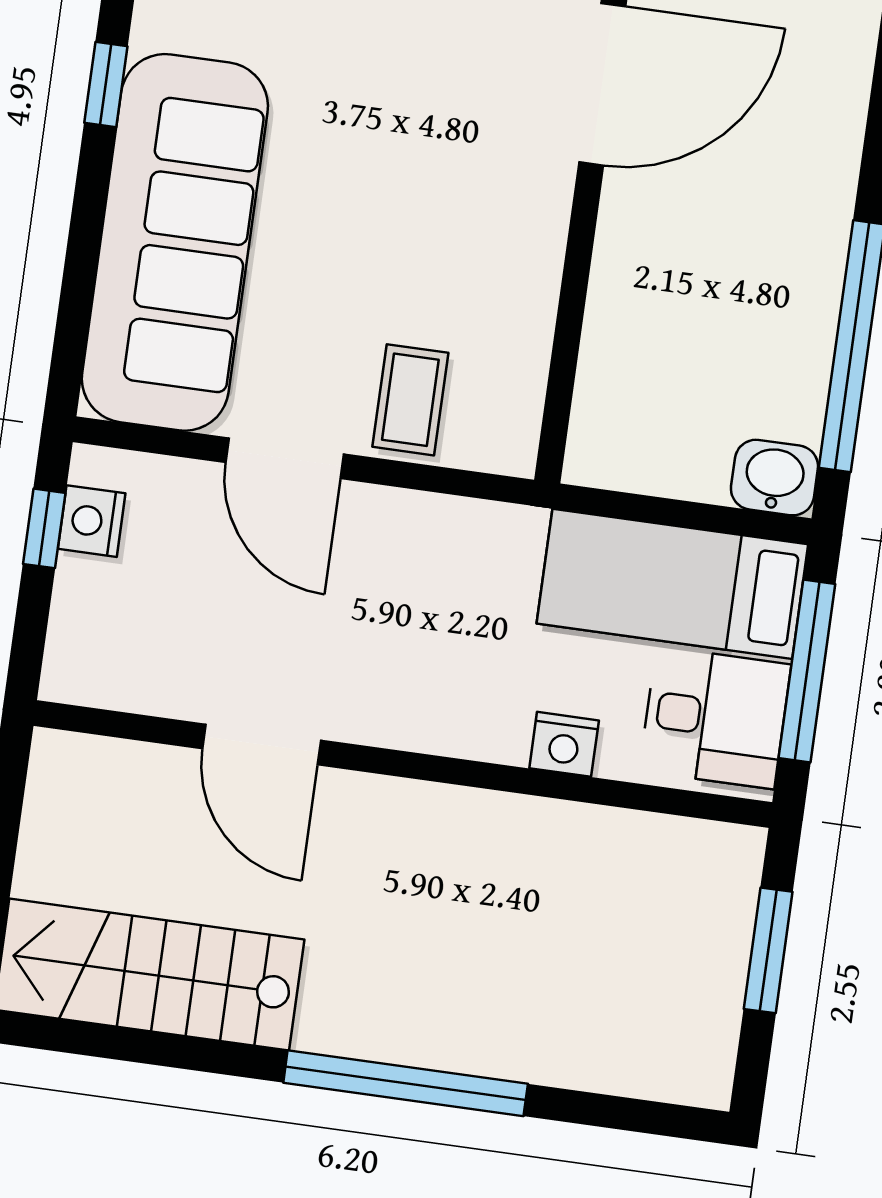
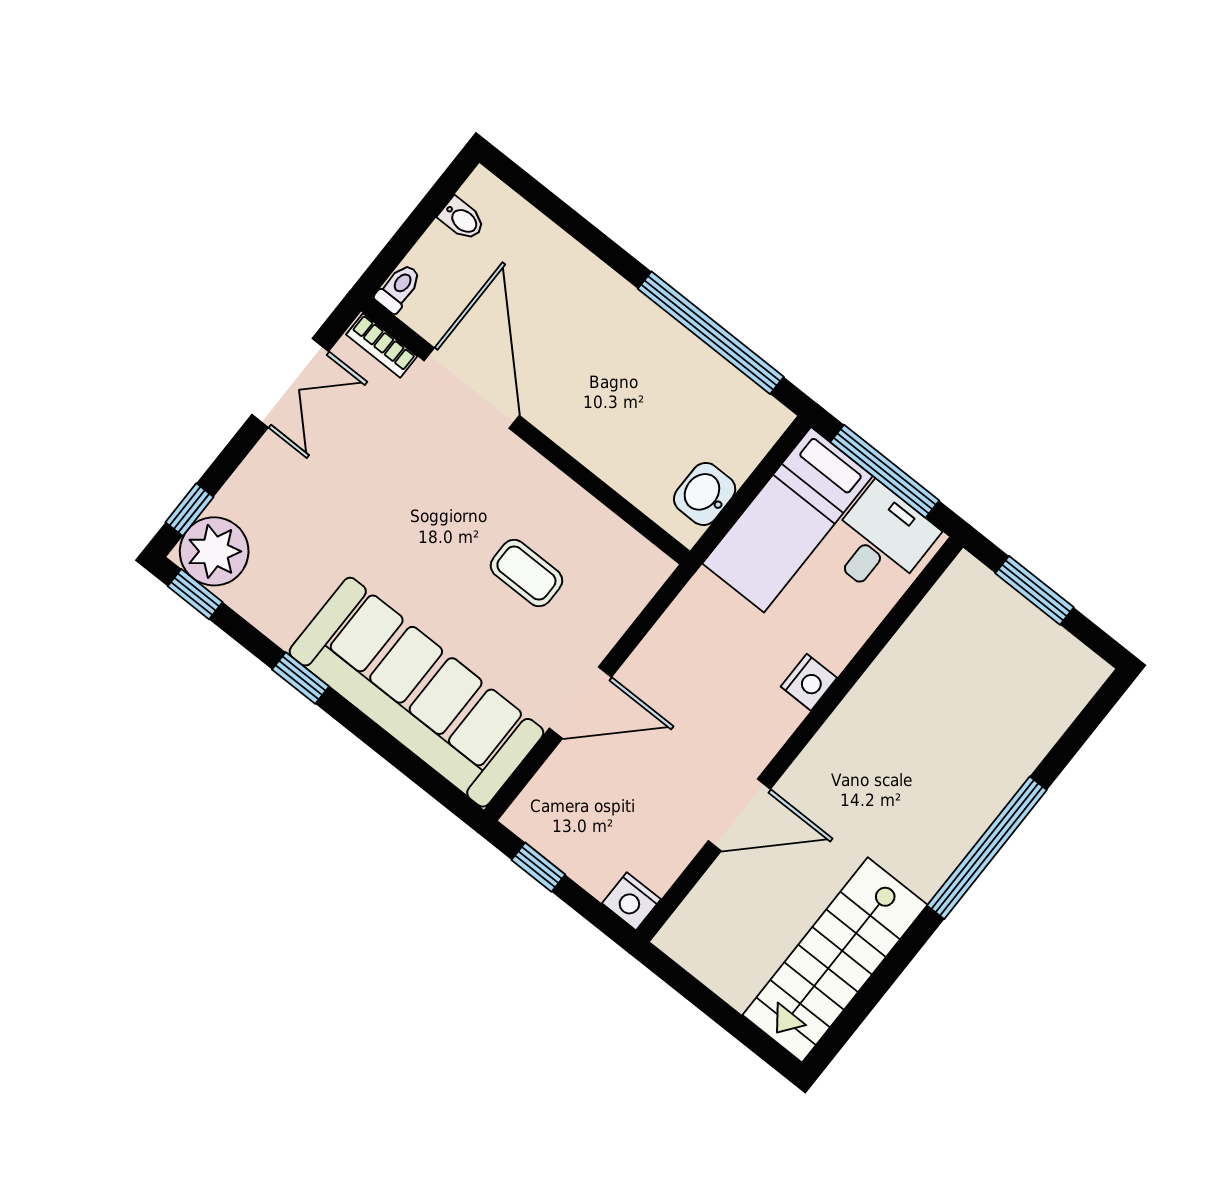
coffee table: (410, 400) -> (526, 573), moved
washbasin: (774, 478) -> (705, 494), moved
nightstand: (92, 521) -> (631, 901), moved
nightstand: (564, 744) -> (809, 682), moved

